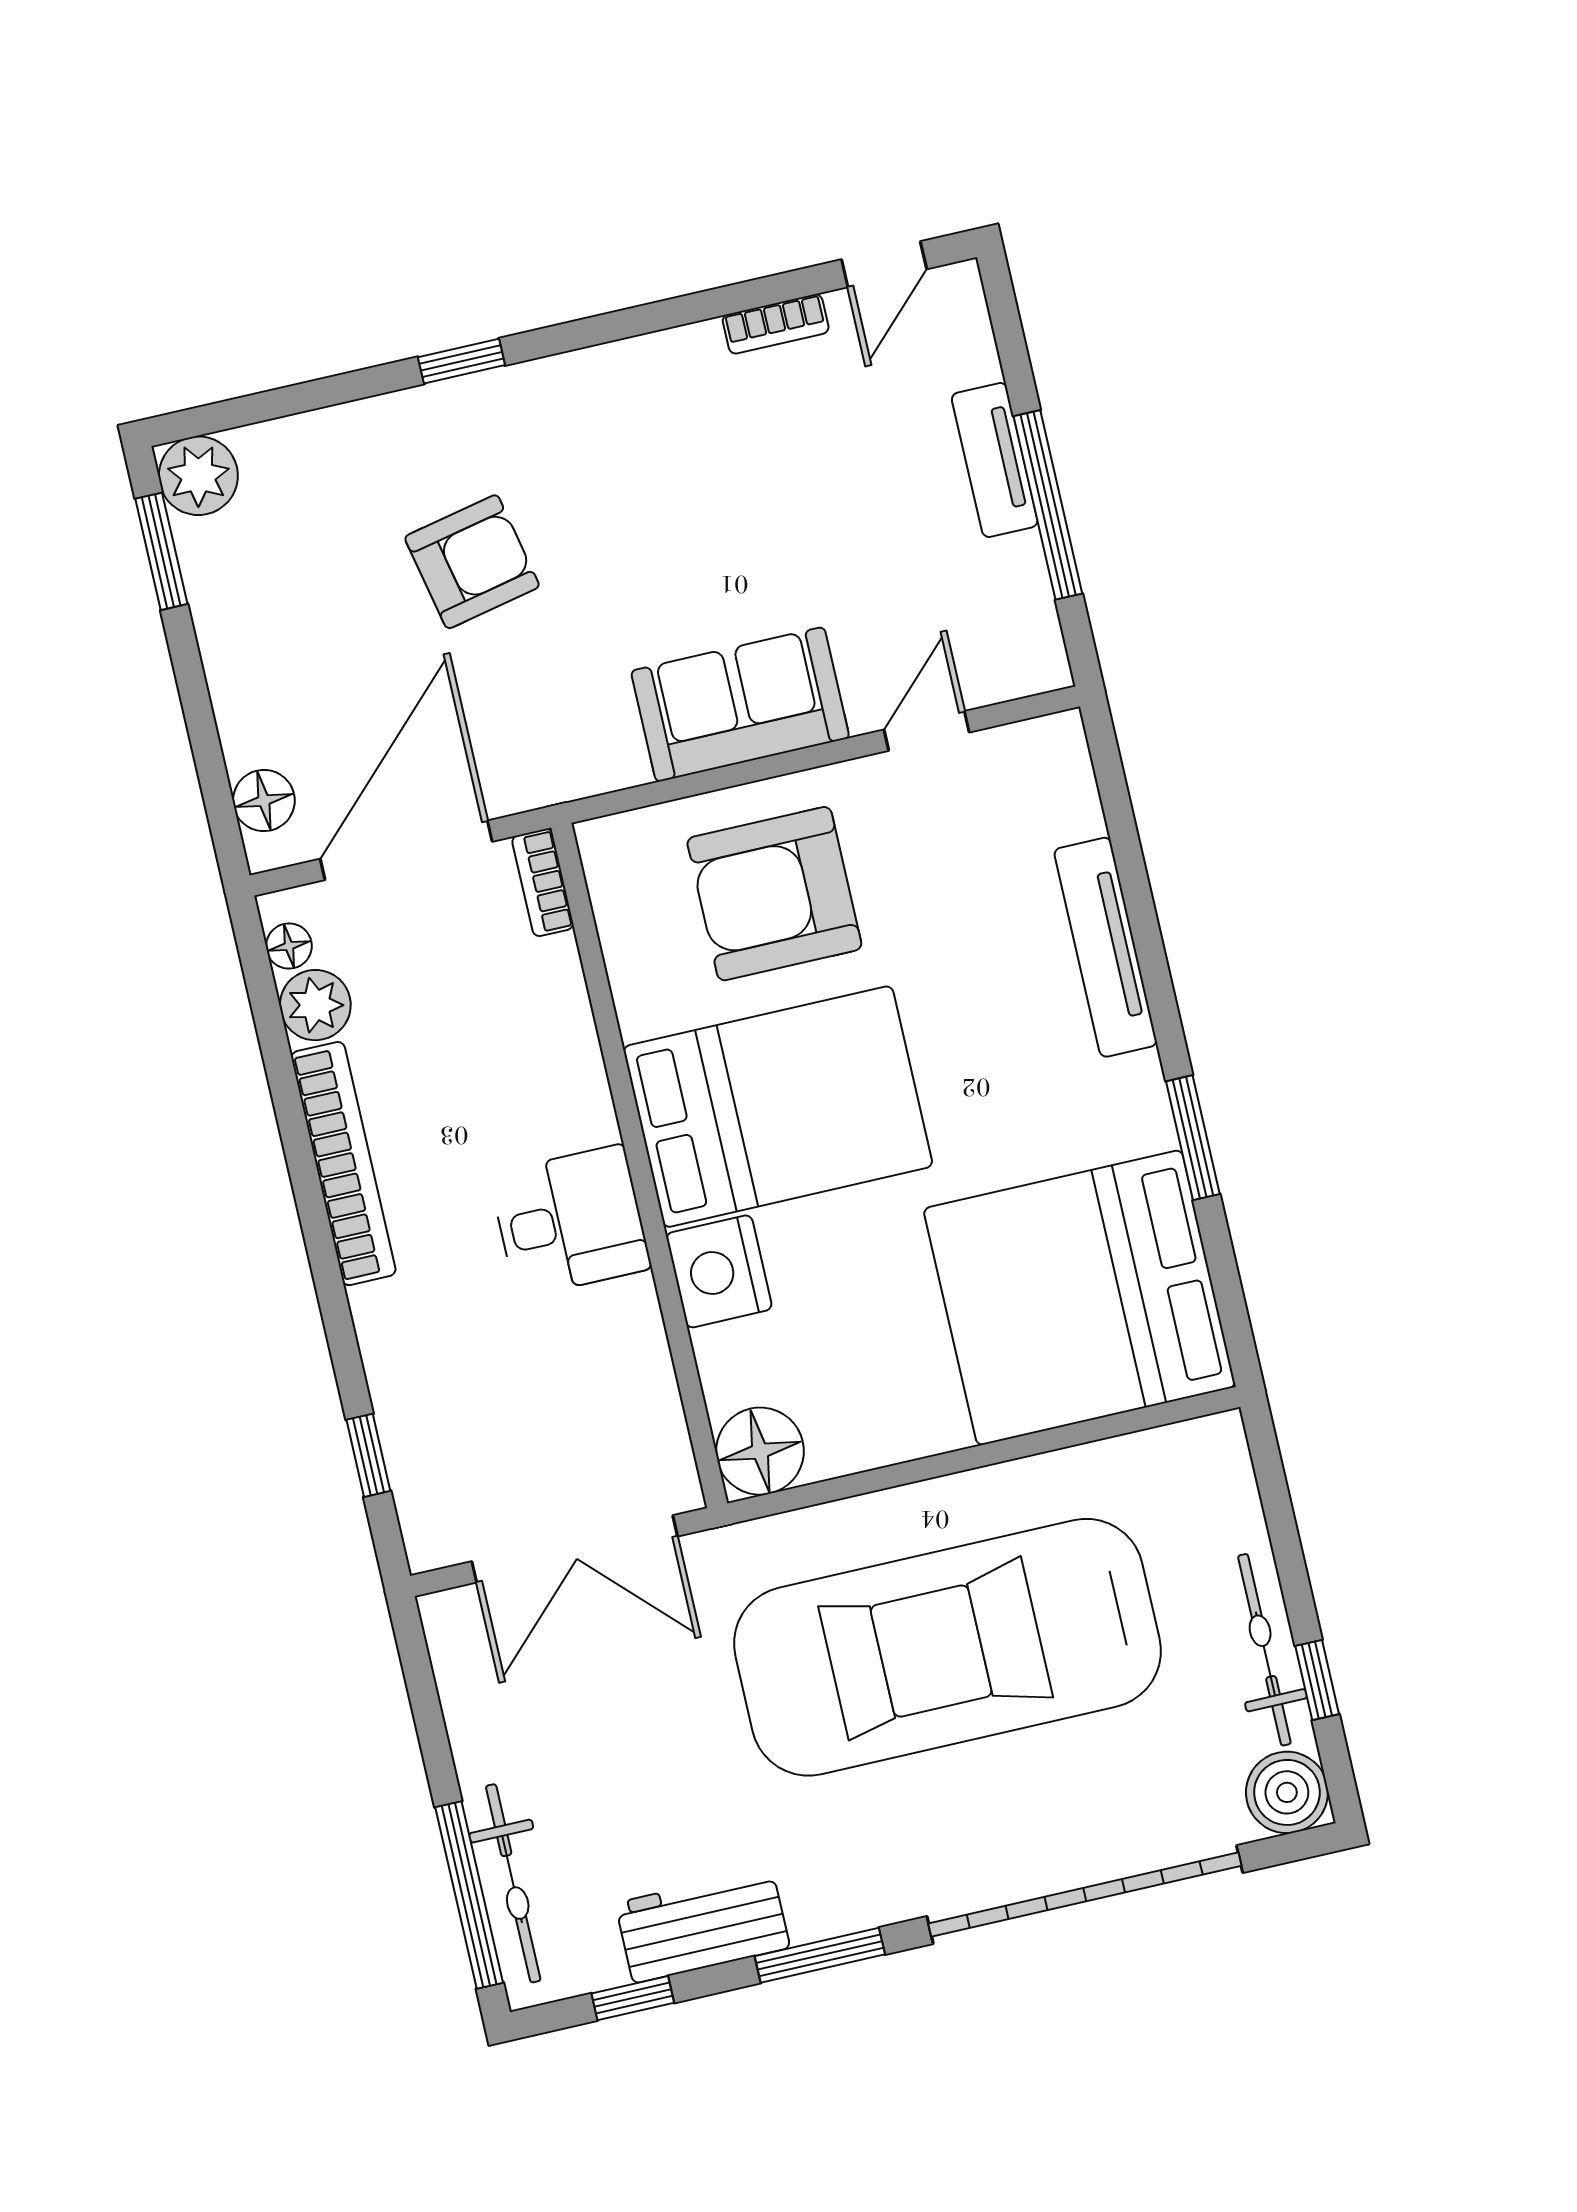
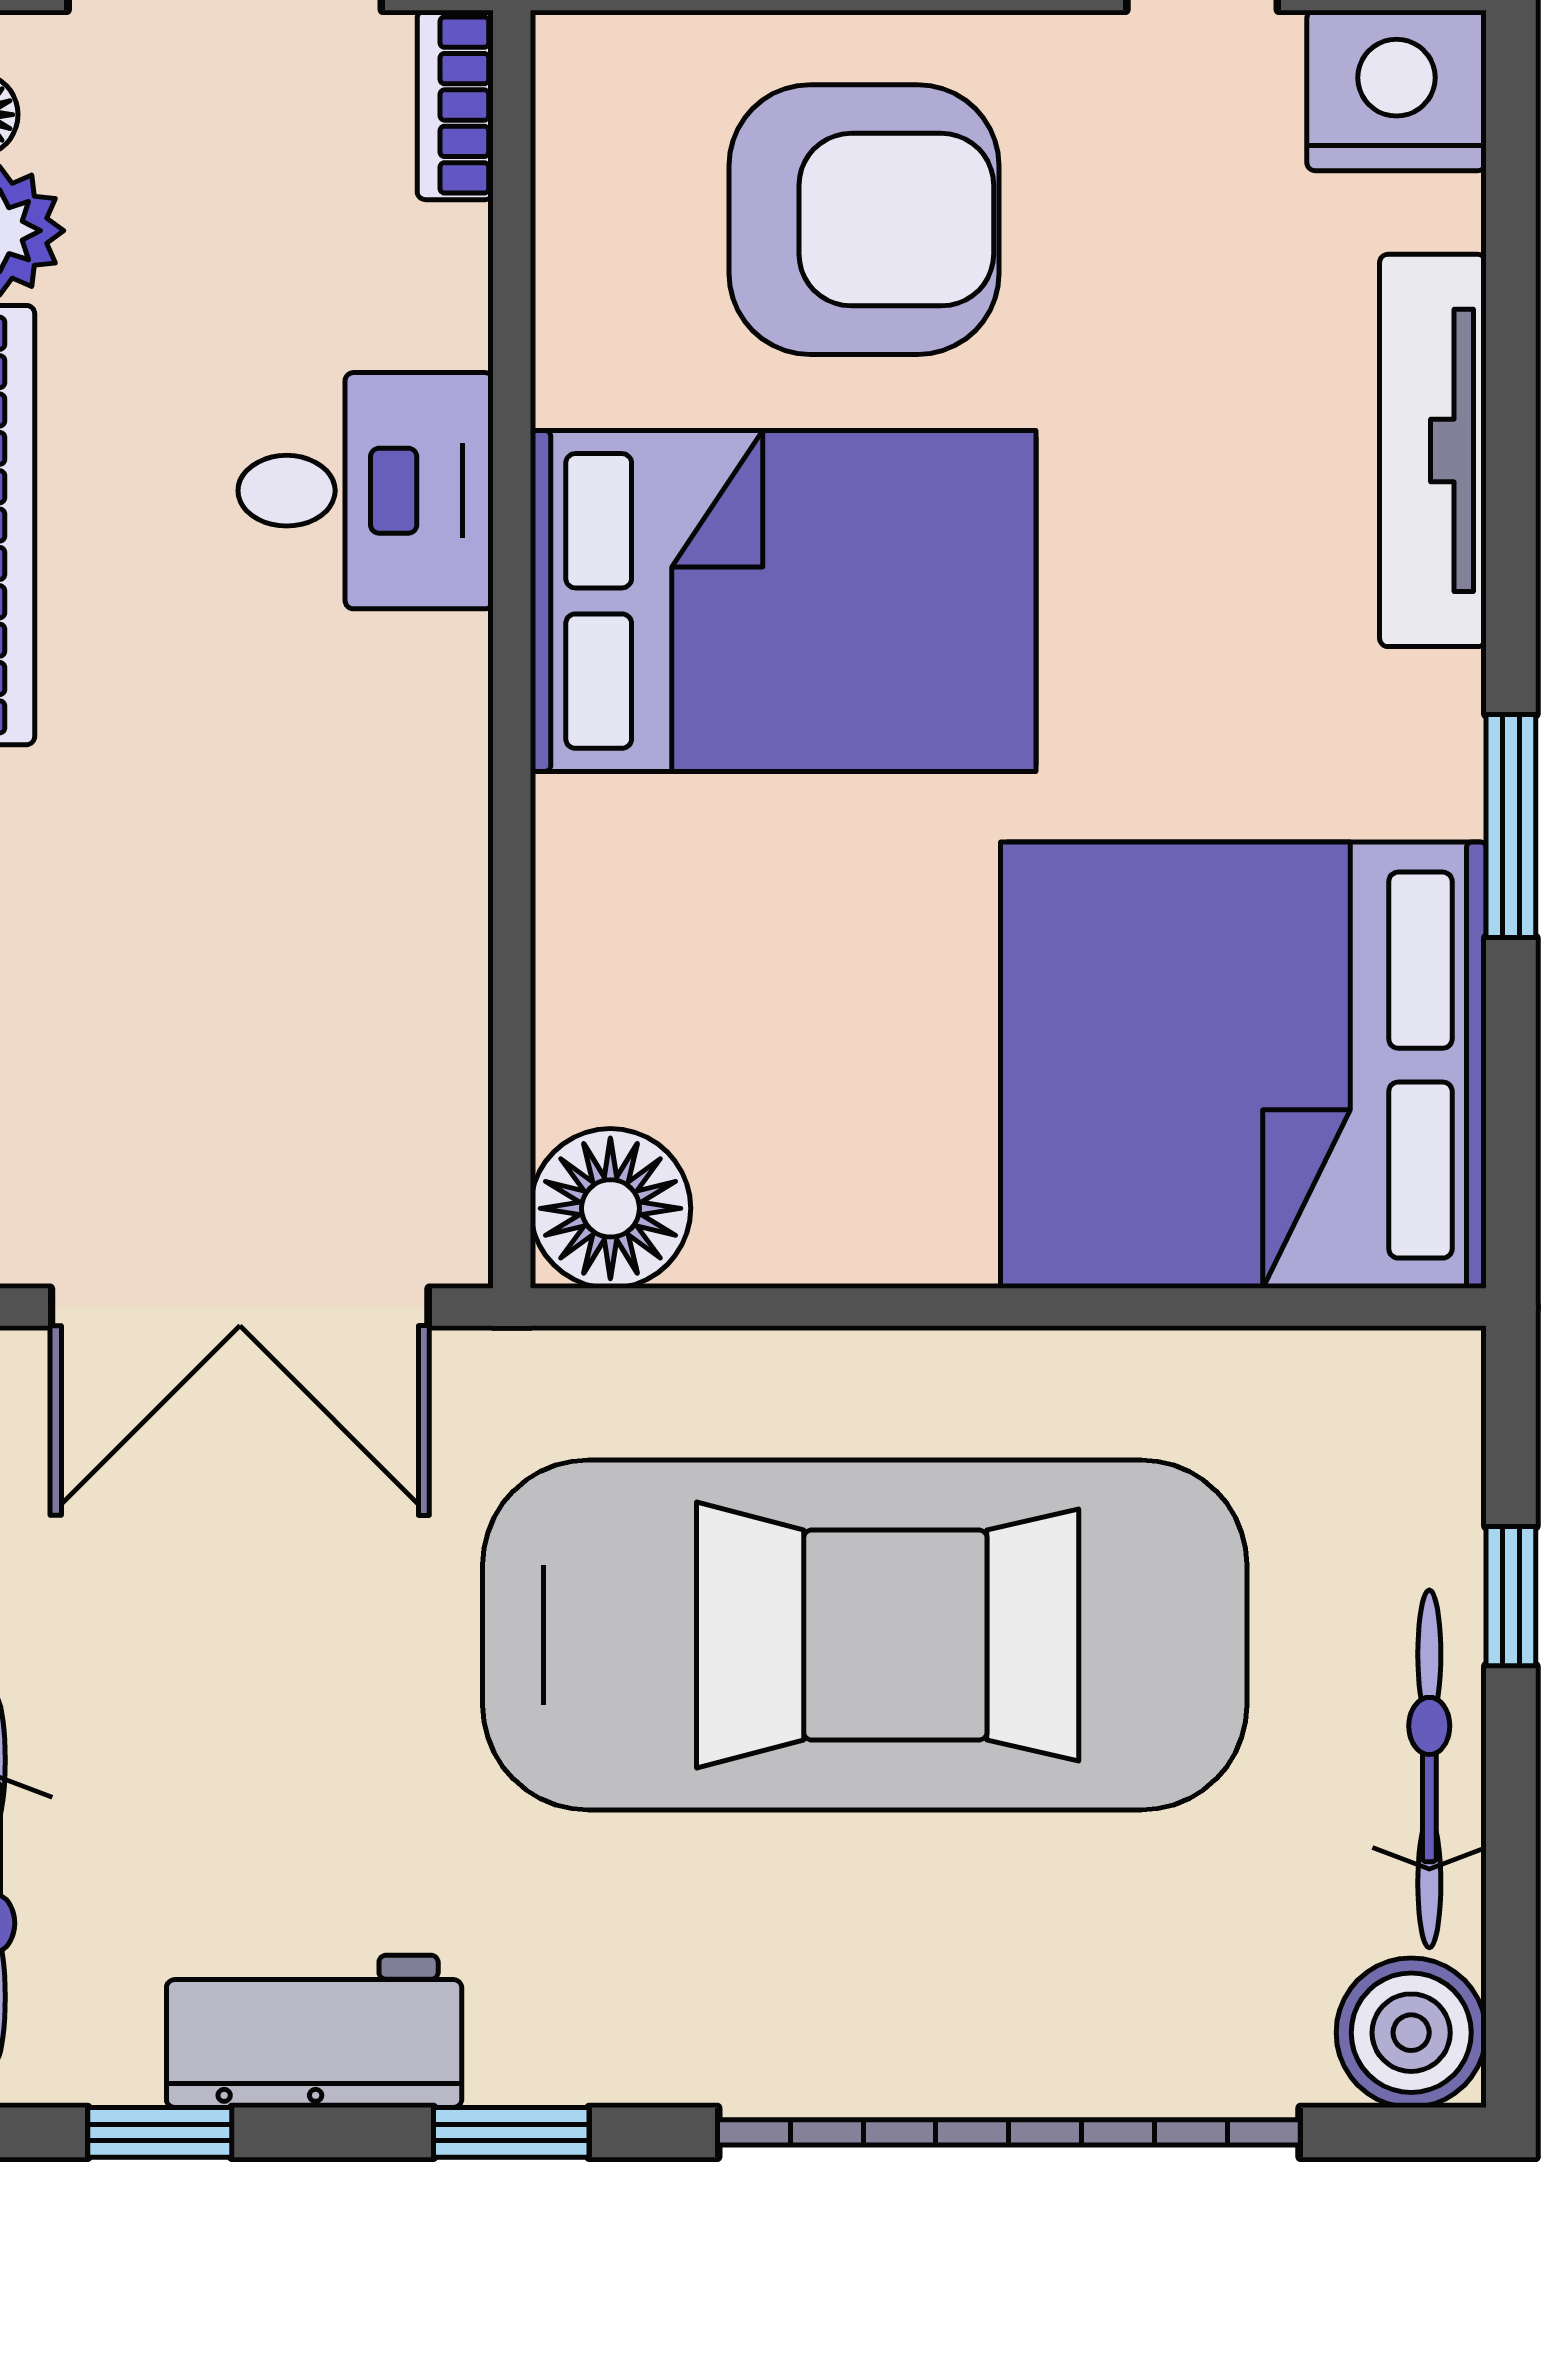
armchair: (774, 894) -> (864, 220), turned 180
desk: (570, 1221) -> (366, 491), moved
nightstand: (719, 1271) -> (1396, 90), moved, turned 90
car: (947, 1647) -> (865, 1635), turned 180
window: (1317, 1680) -> (1511, 1596), moved
window: (820, 1955) -> (511, 2132), width x0.67

